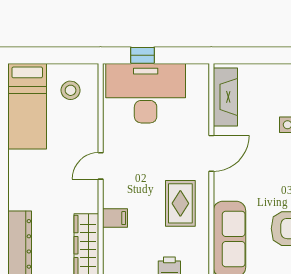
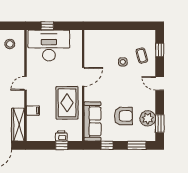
fireplace: (225, 97) -> (90, 47), removed
rug: (180, 203) -> (67, 103), width x1.36, depth x1.43

